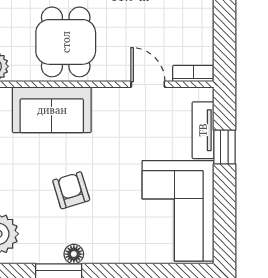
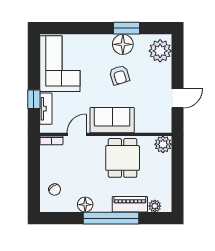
door: (148, 84) -> (77, 134), swing flipped
sofa: (52, 110) -> (112, 120), moved
floor lamp: (74, 254) -> (123, 44), width x1.89, depth x1.89

